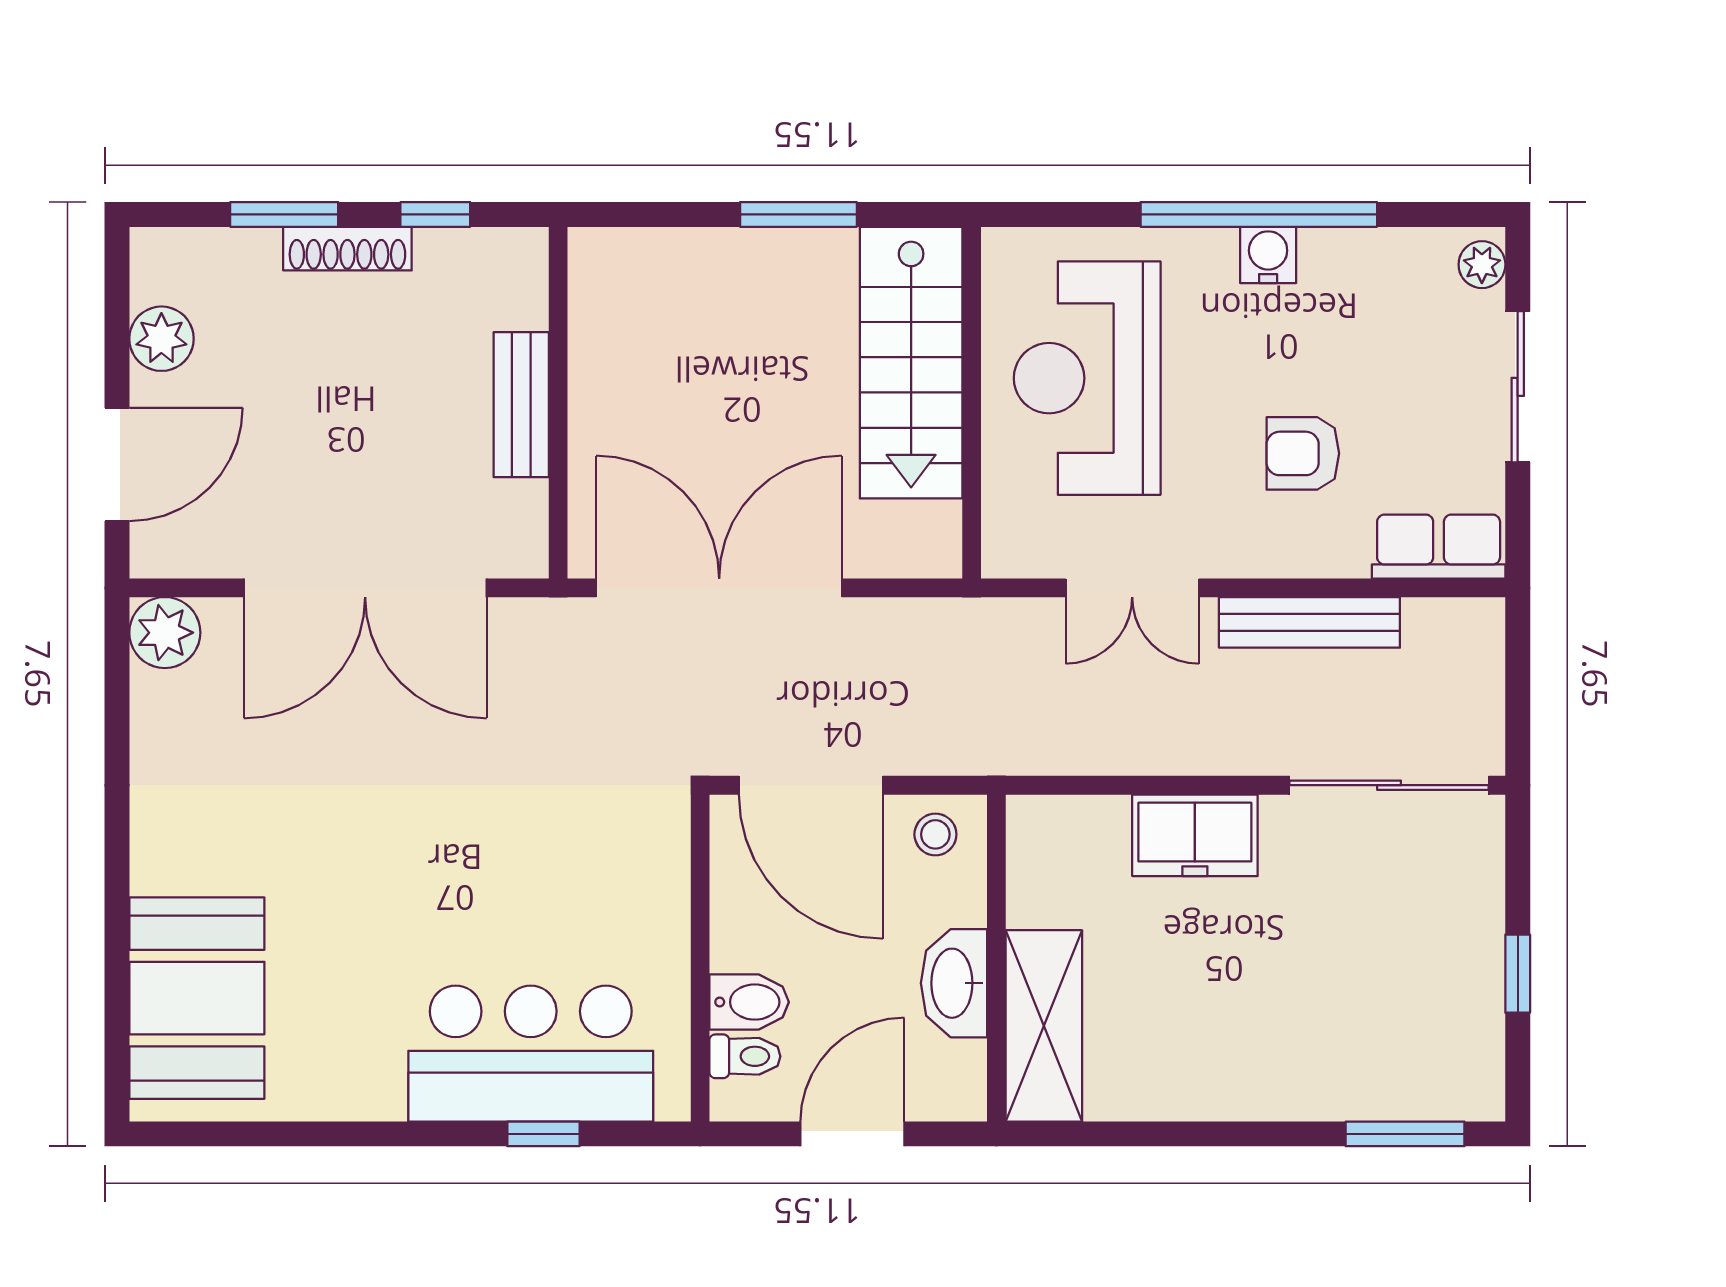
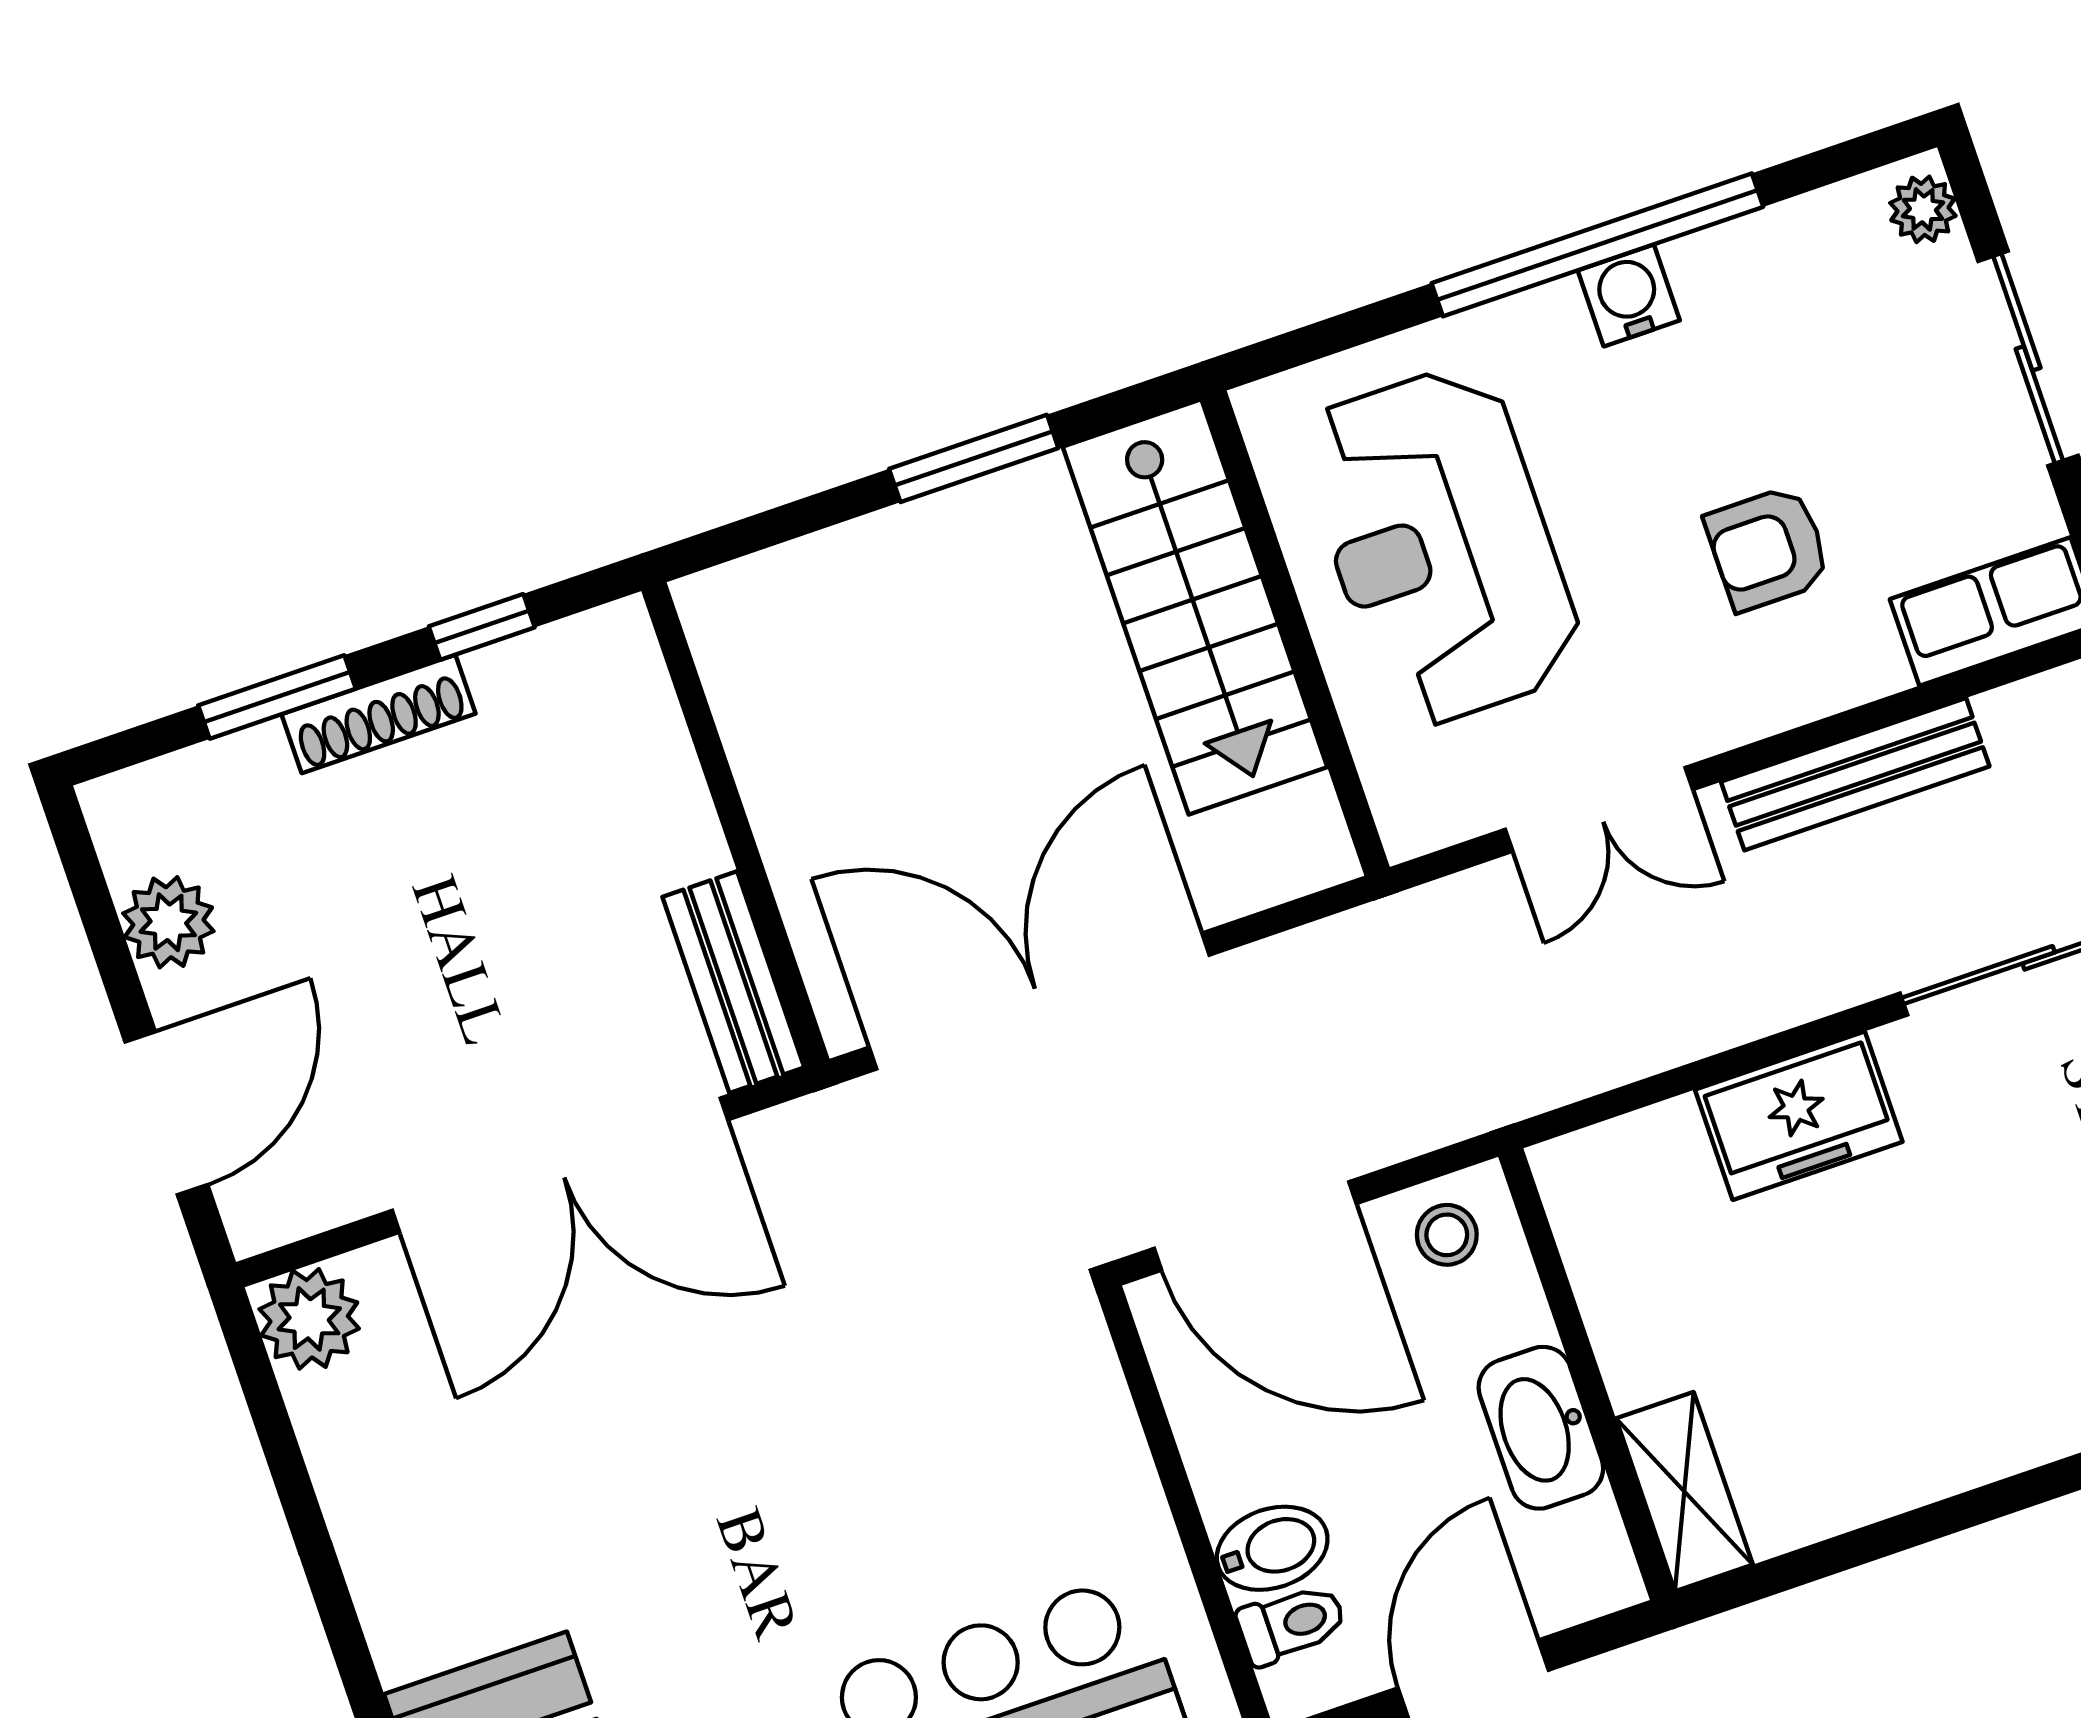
bench: (521, 405) -> (733, 982), moved
shelving: (1044, 1026) -> (1684, 1492), width x0.67, depth x0.75

